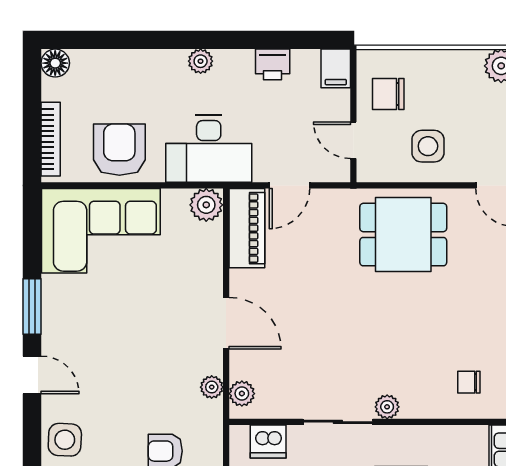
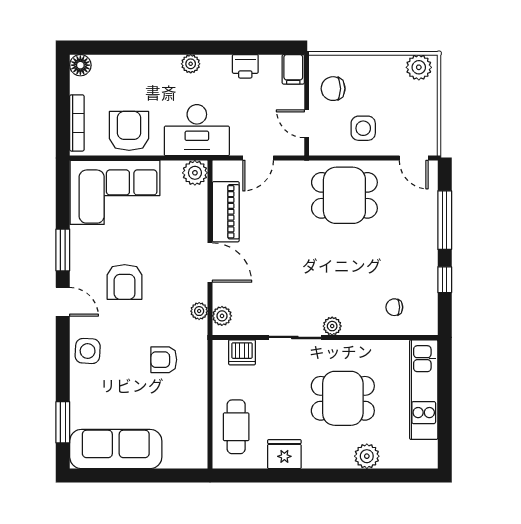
piano: (247, 228) -> (226, 212), moved
armchair: (113, 349) -> (125, 282), added

